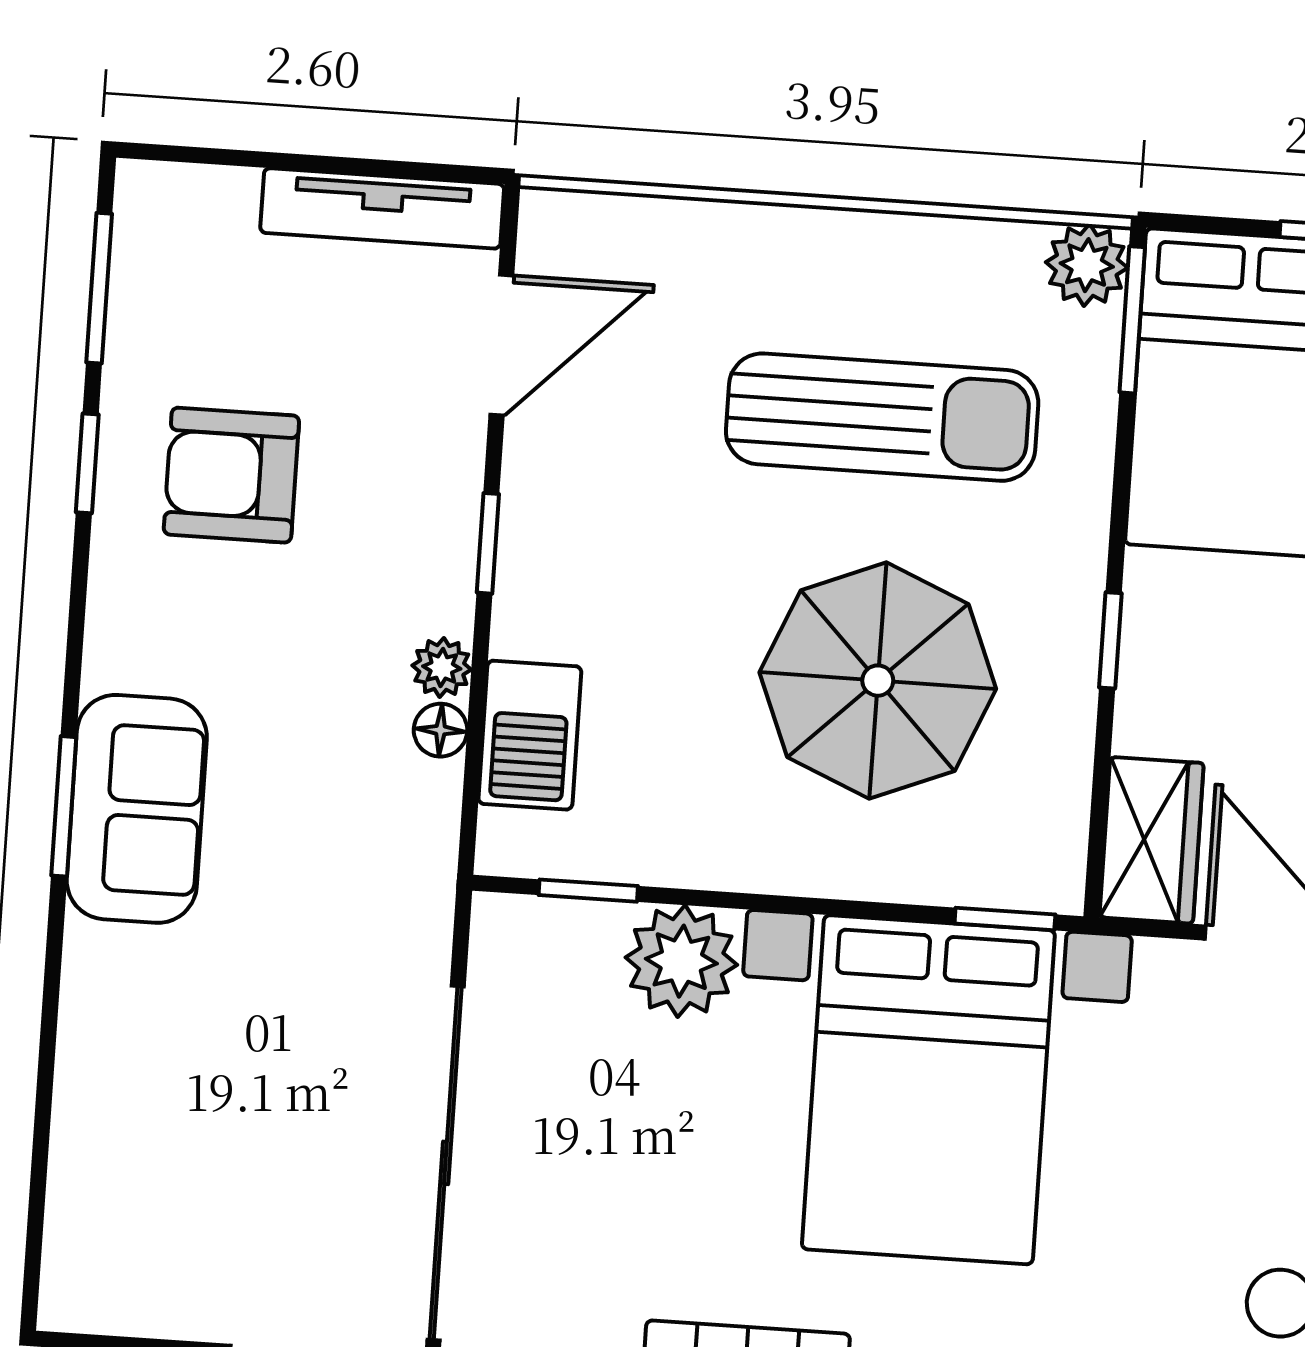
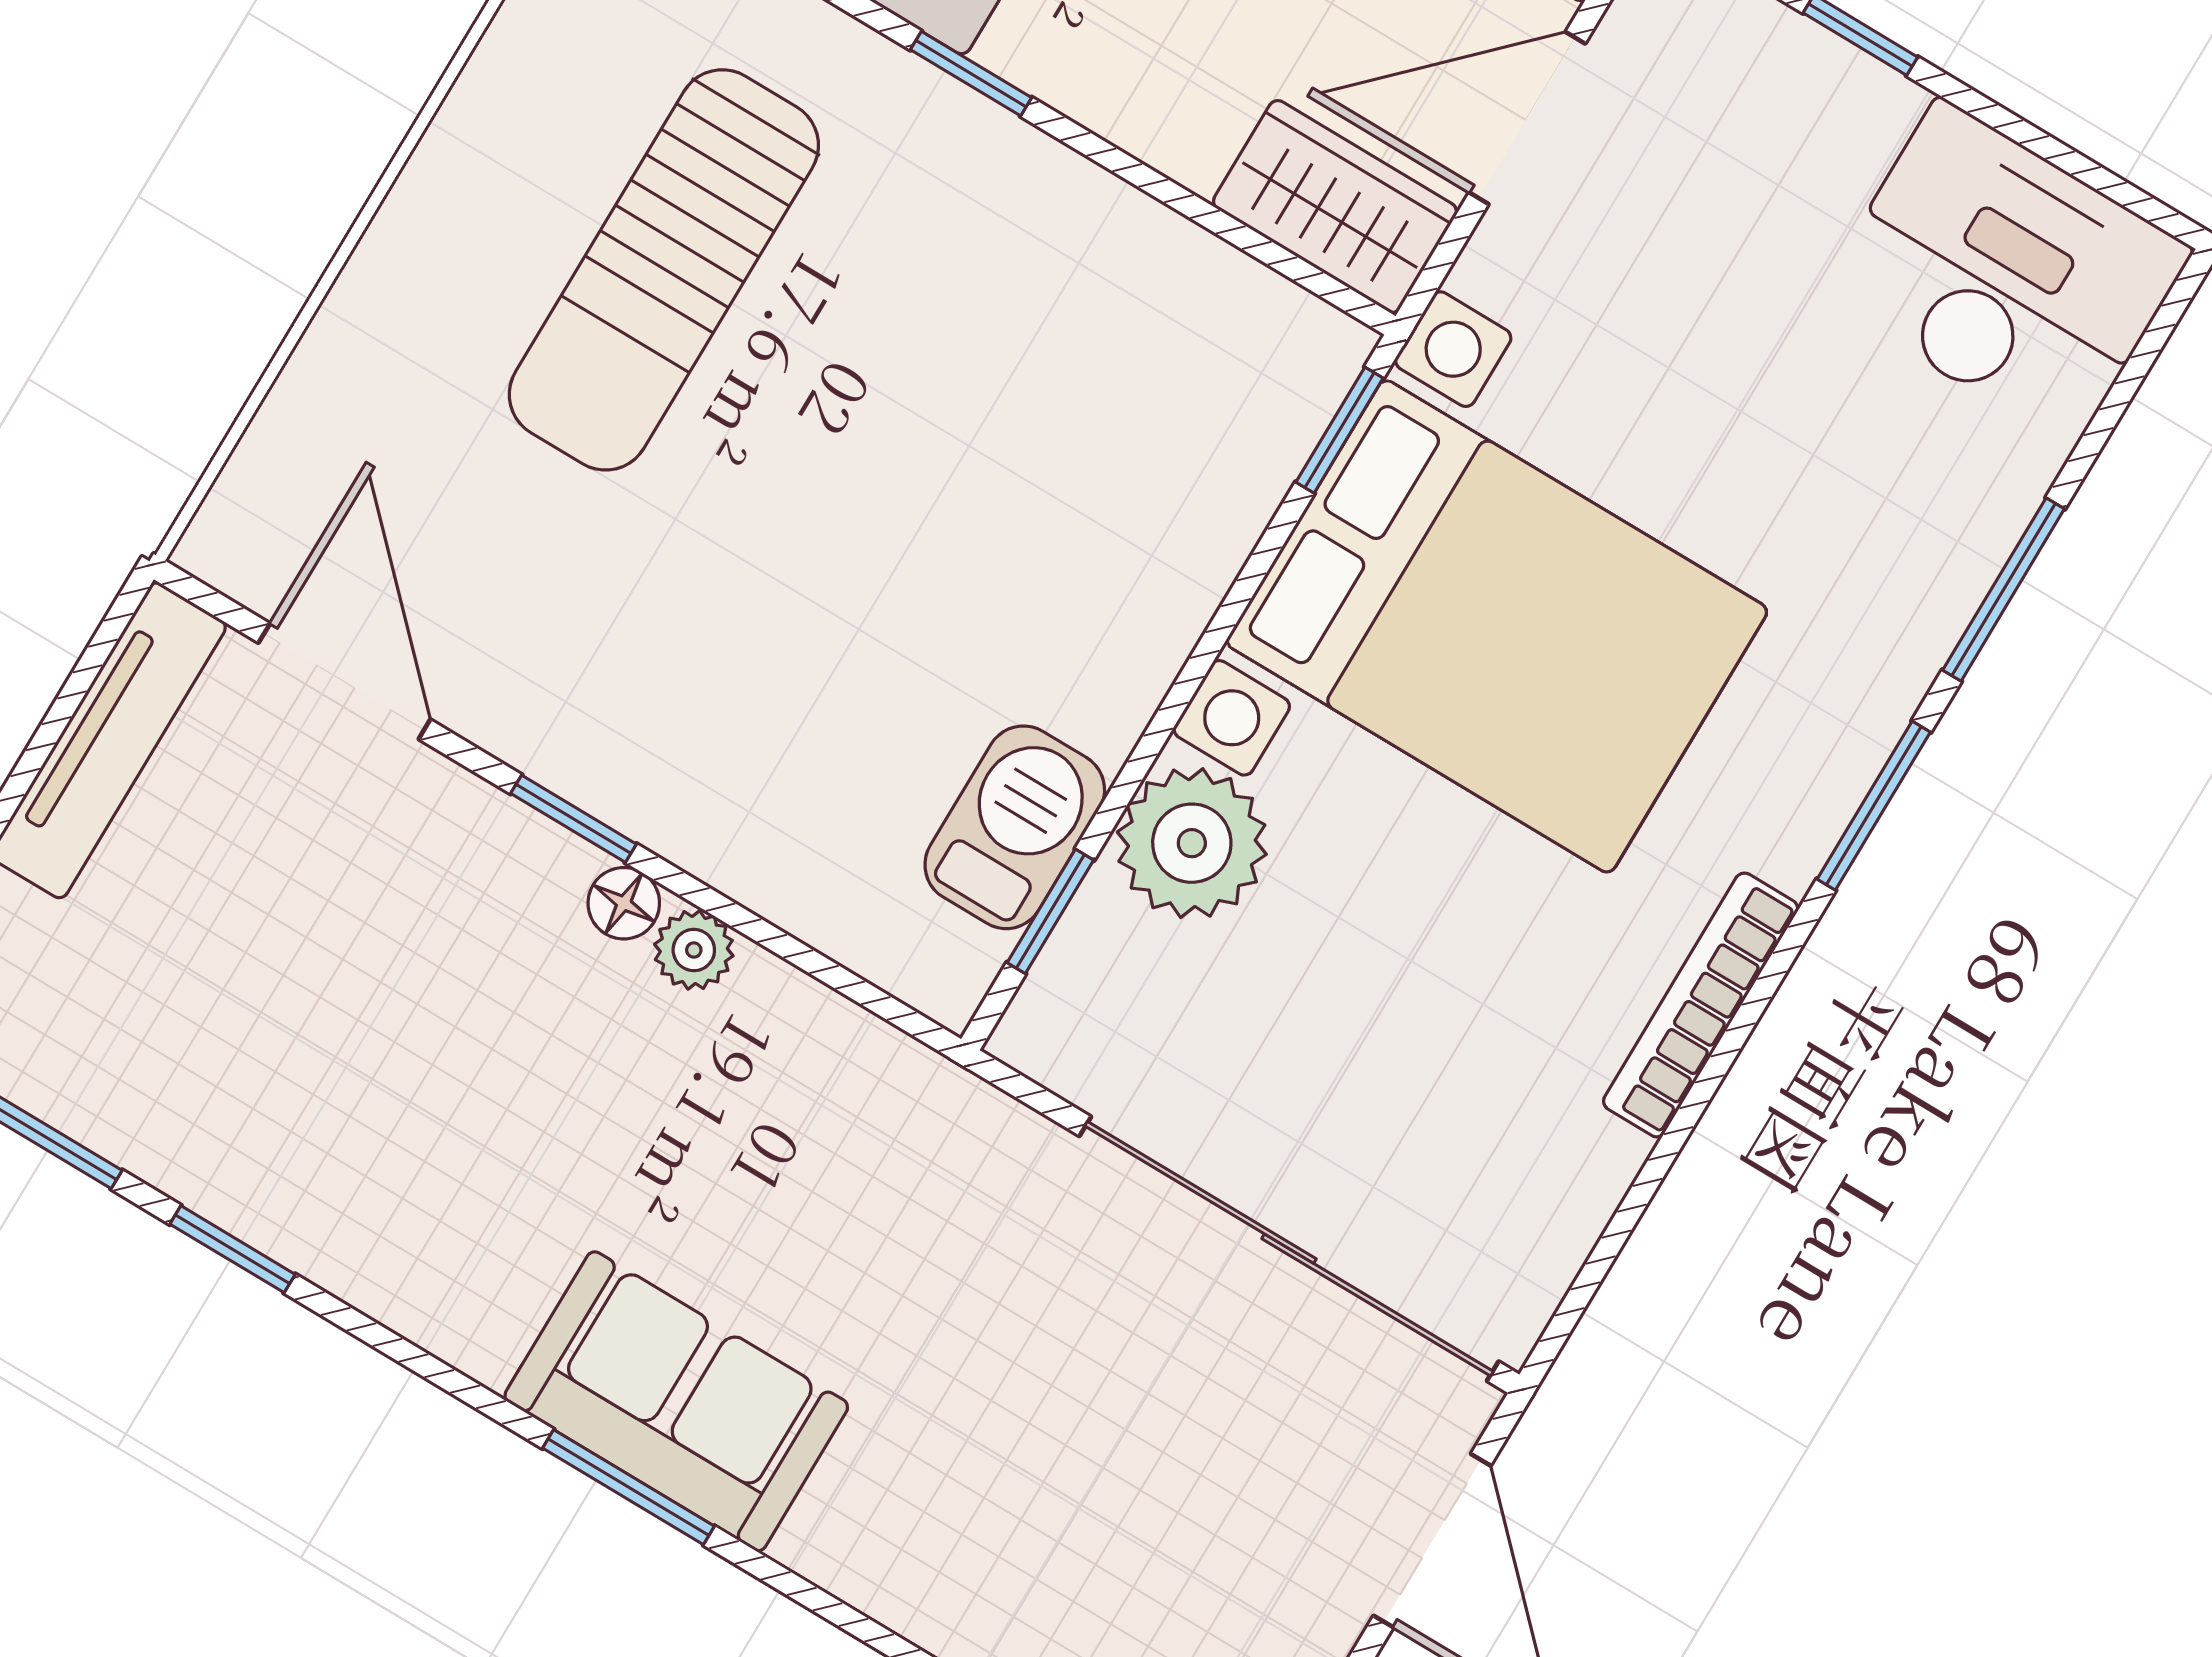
sun lounger: (882, 417) -> (664, 270), turned 180
armchair: (231, 475) -> (335, 1084), removed
window: (1110, 640) -> (971, 74), moved
parasol: (878, 681) -> (976, 436), removed
floor lamp: (440, 730) -> (624, 903), moved
barbecue: (530, 735) -> (1015, 827), moved, turned -90

